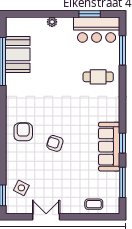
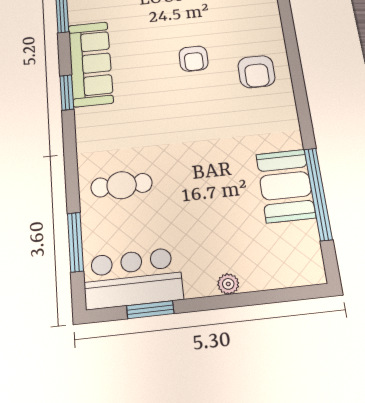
booth: (18, 54) -> (286, 186), moved
armchair: (55, 143) -> (194, 59), turned 72
window: (123, 143) -> (67, 92), moved

